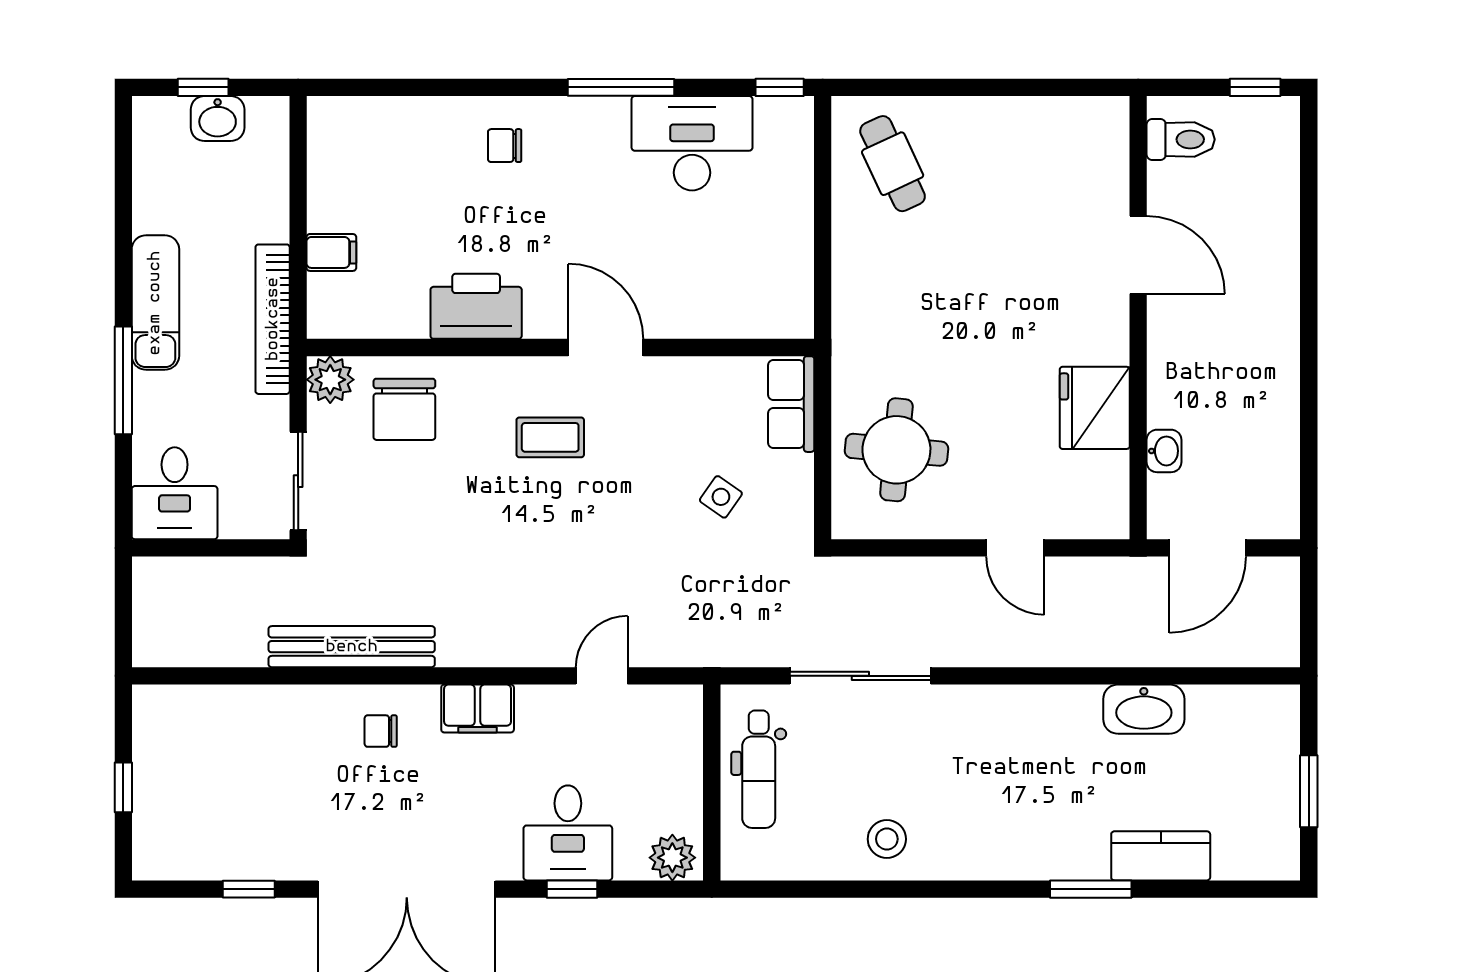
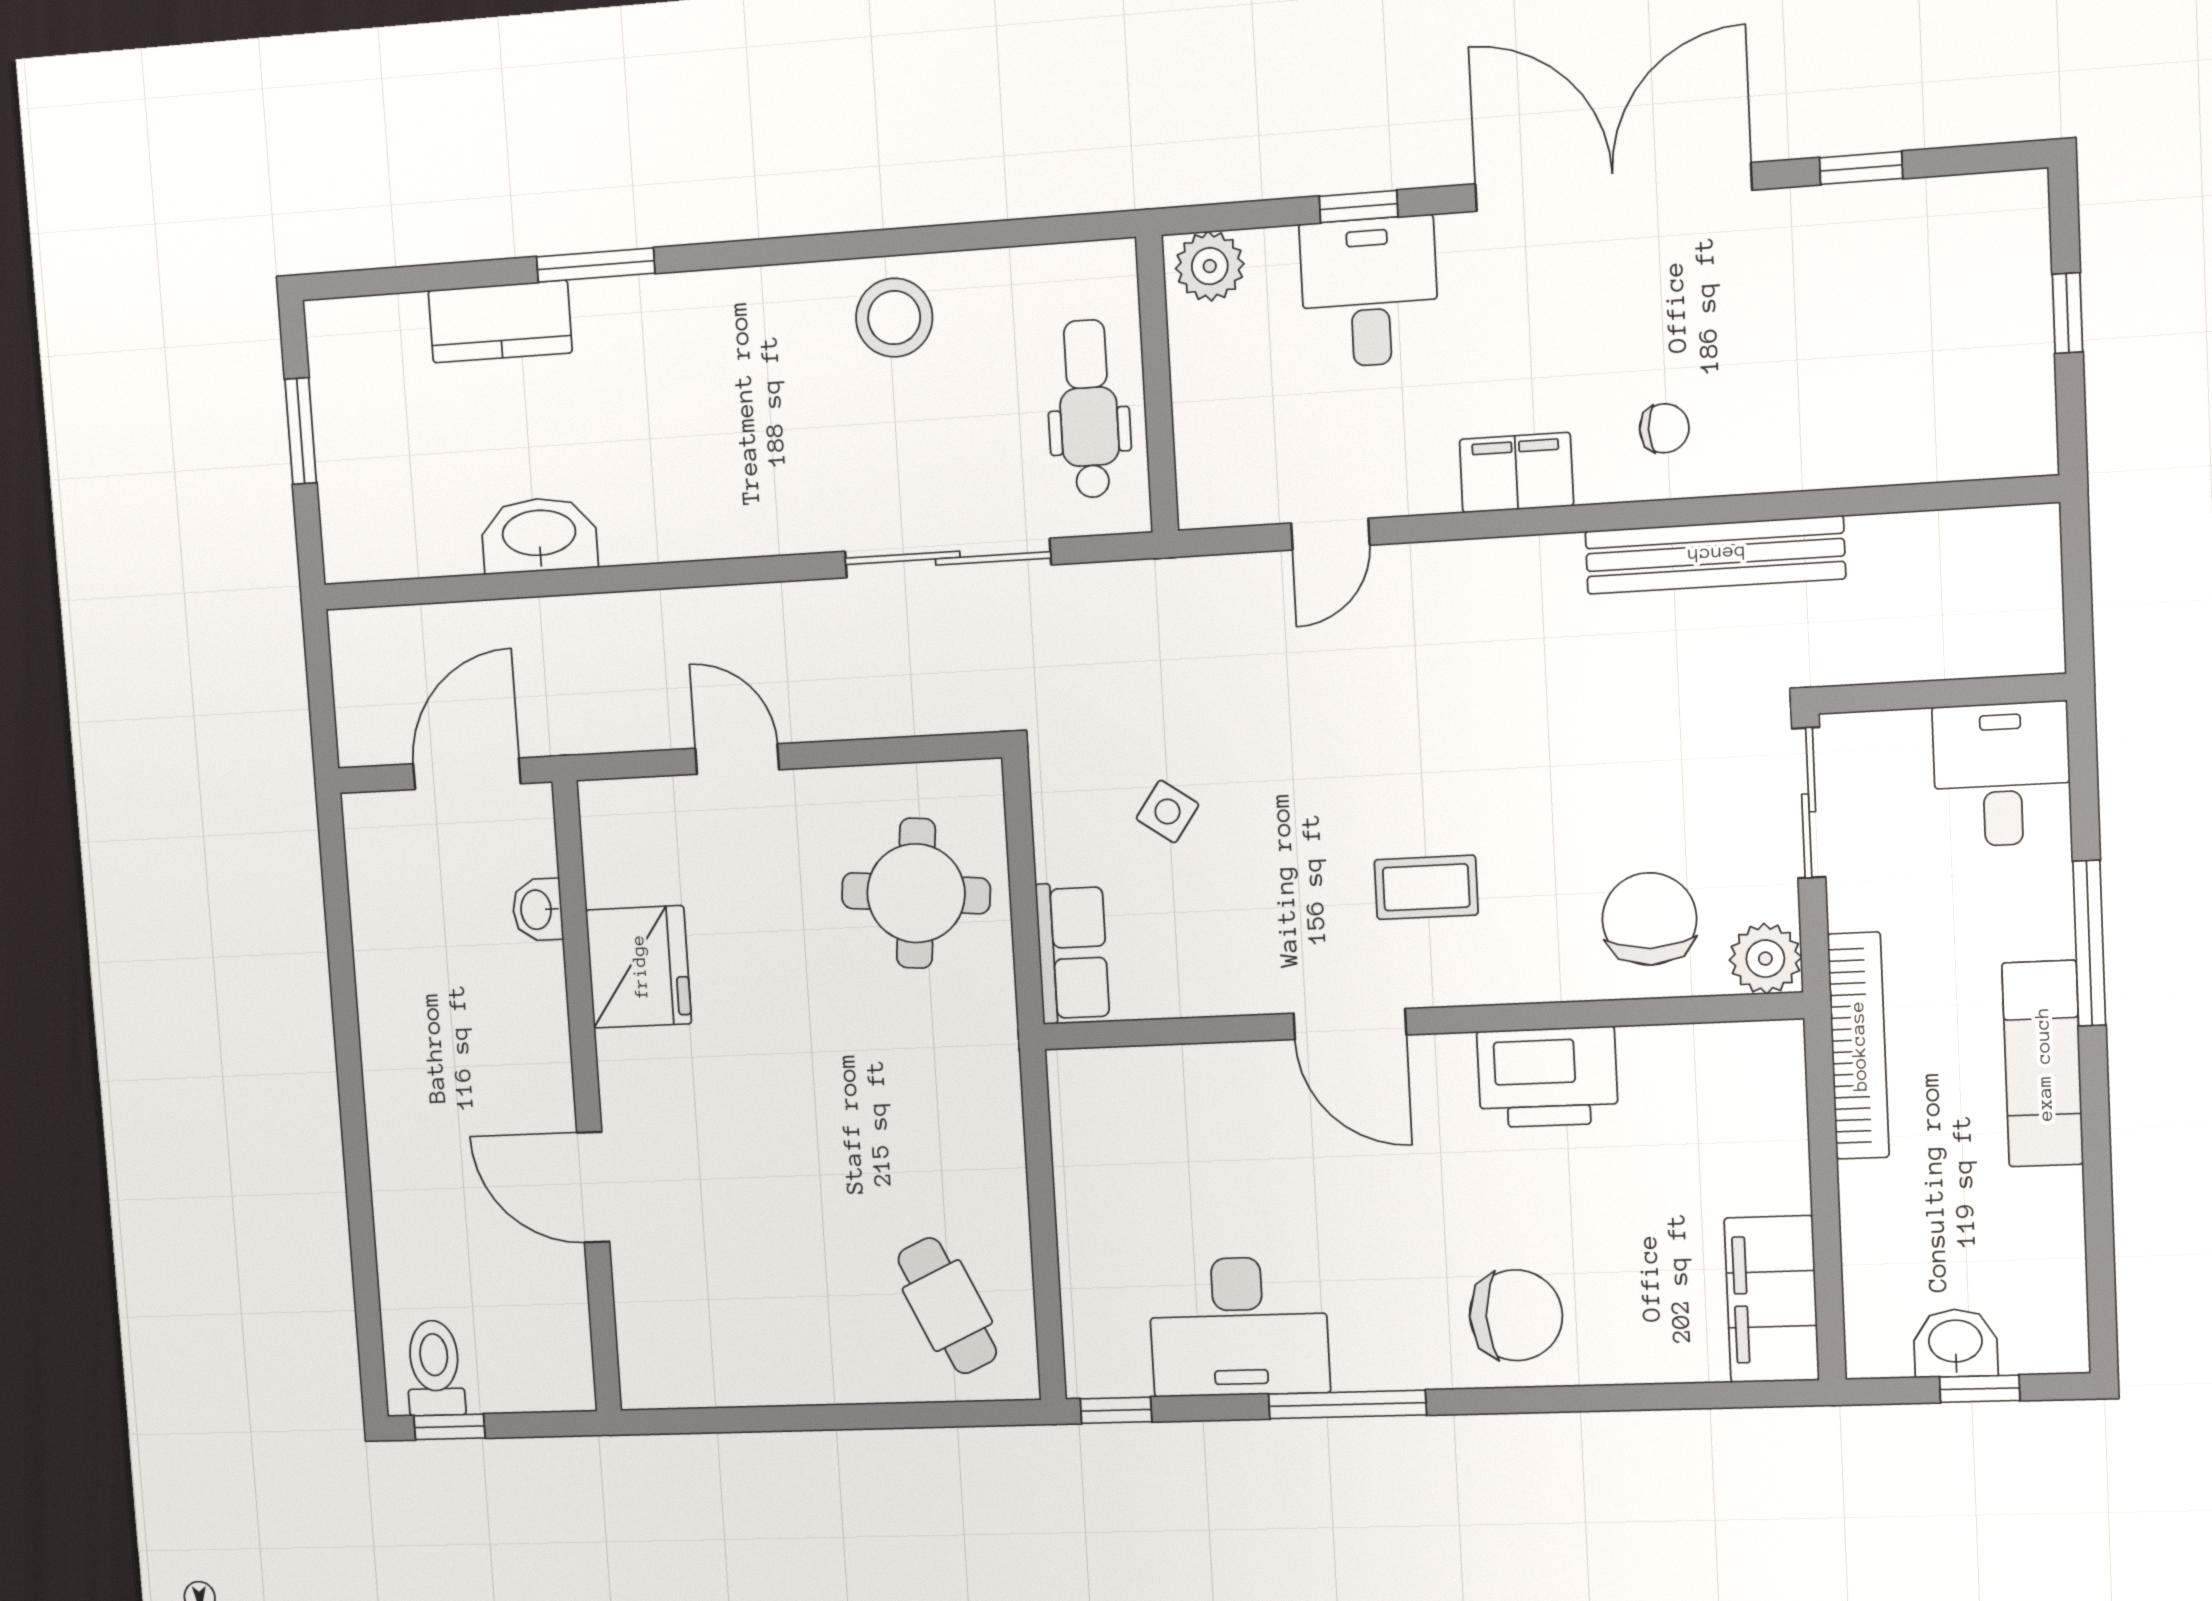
toilet: (1181, 139) -> (435, 1368), moved, turned 90
chair: (505, 146) -> (1516, 1315), width x1.87, depth x1.87
filing cabinet: (331, 252) -> (1772, 1299), moved, width x3.00, depth x1.17
stool: (887, 839) -> (894, 318), width x1.38, depth x1.38

